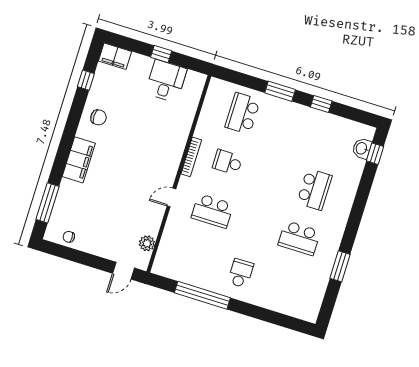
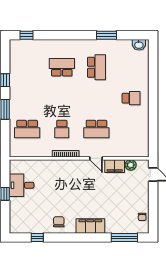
filing cabinet: (115, 56) -> (115, 166), moved, turned 90
washbasin: (362, 148) -> (139, 45), moved
school desk: (212, 211) -> (96, 129), turned 90
school desk: (241, 273) -> (131, 98), turned 180
window: (202, 295) -> (153, 119), removed

